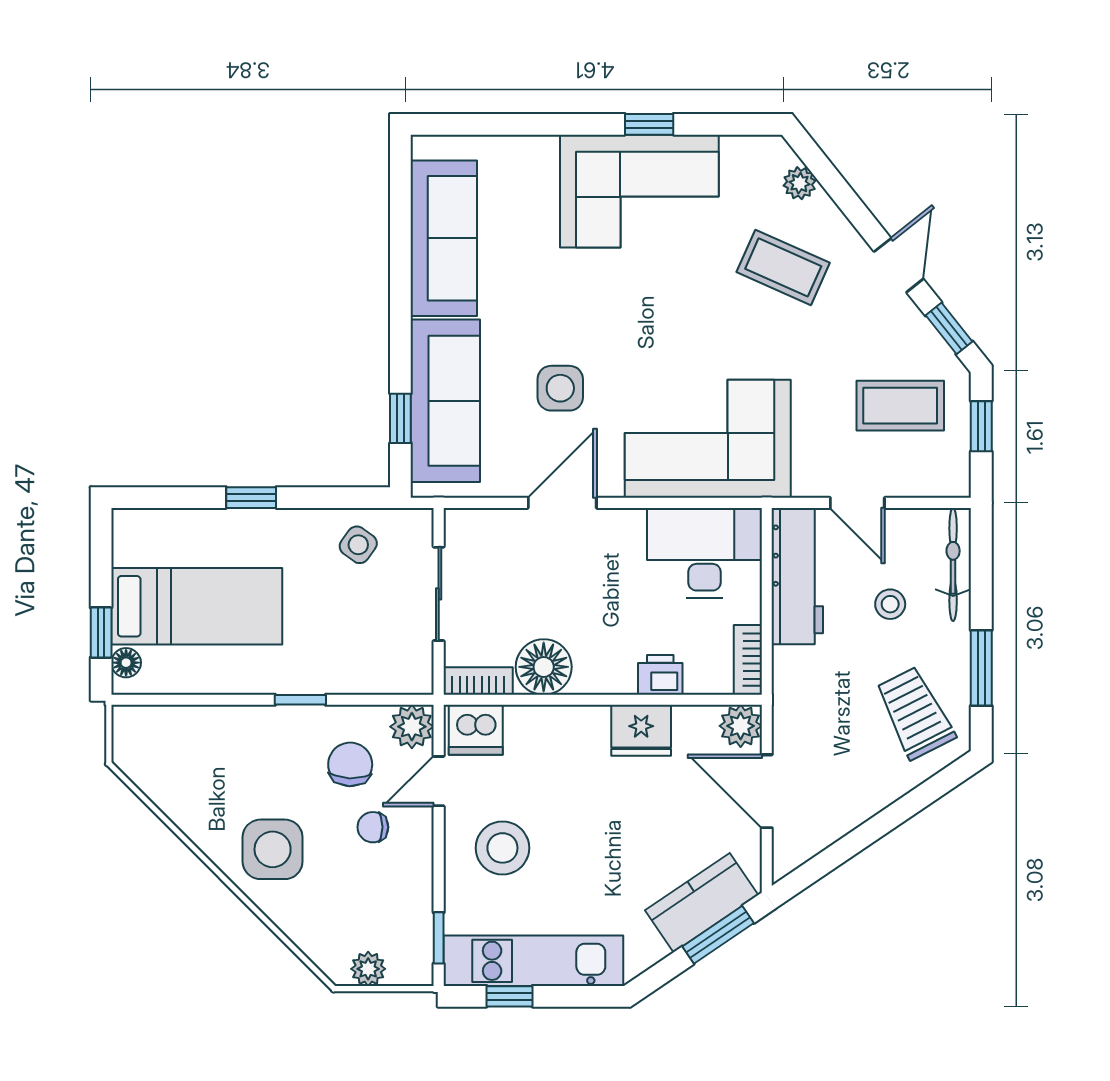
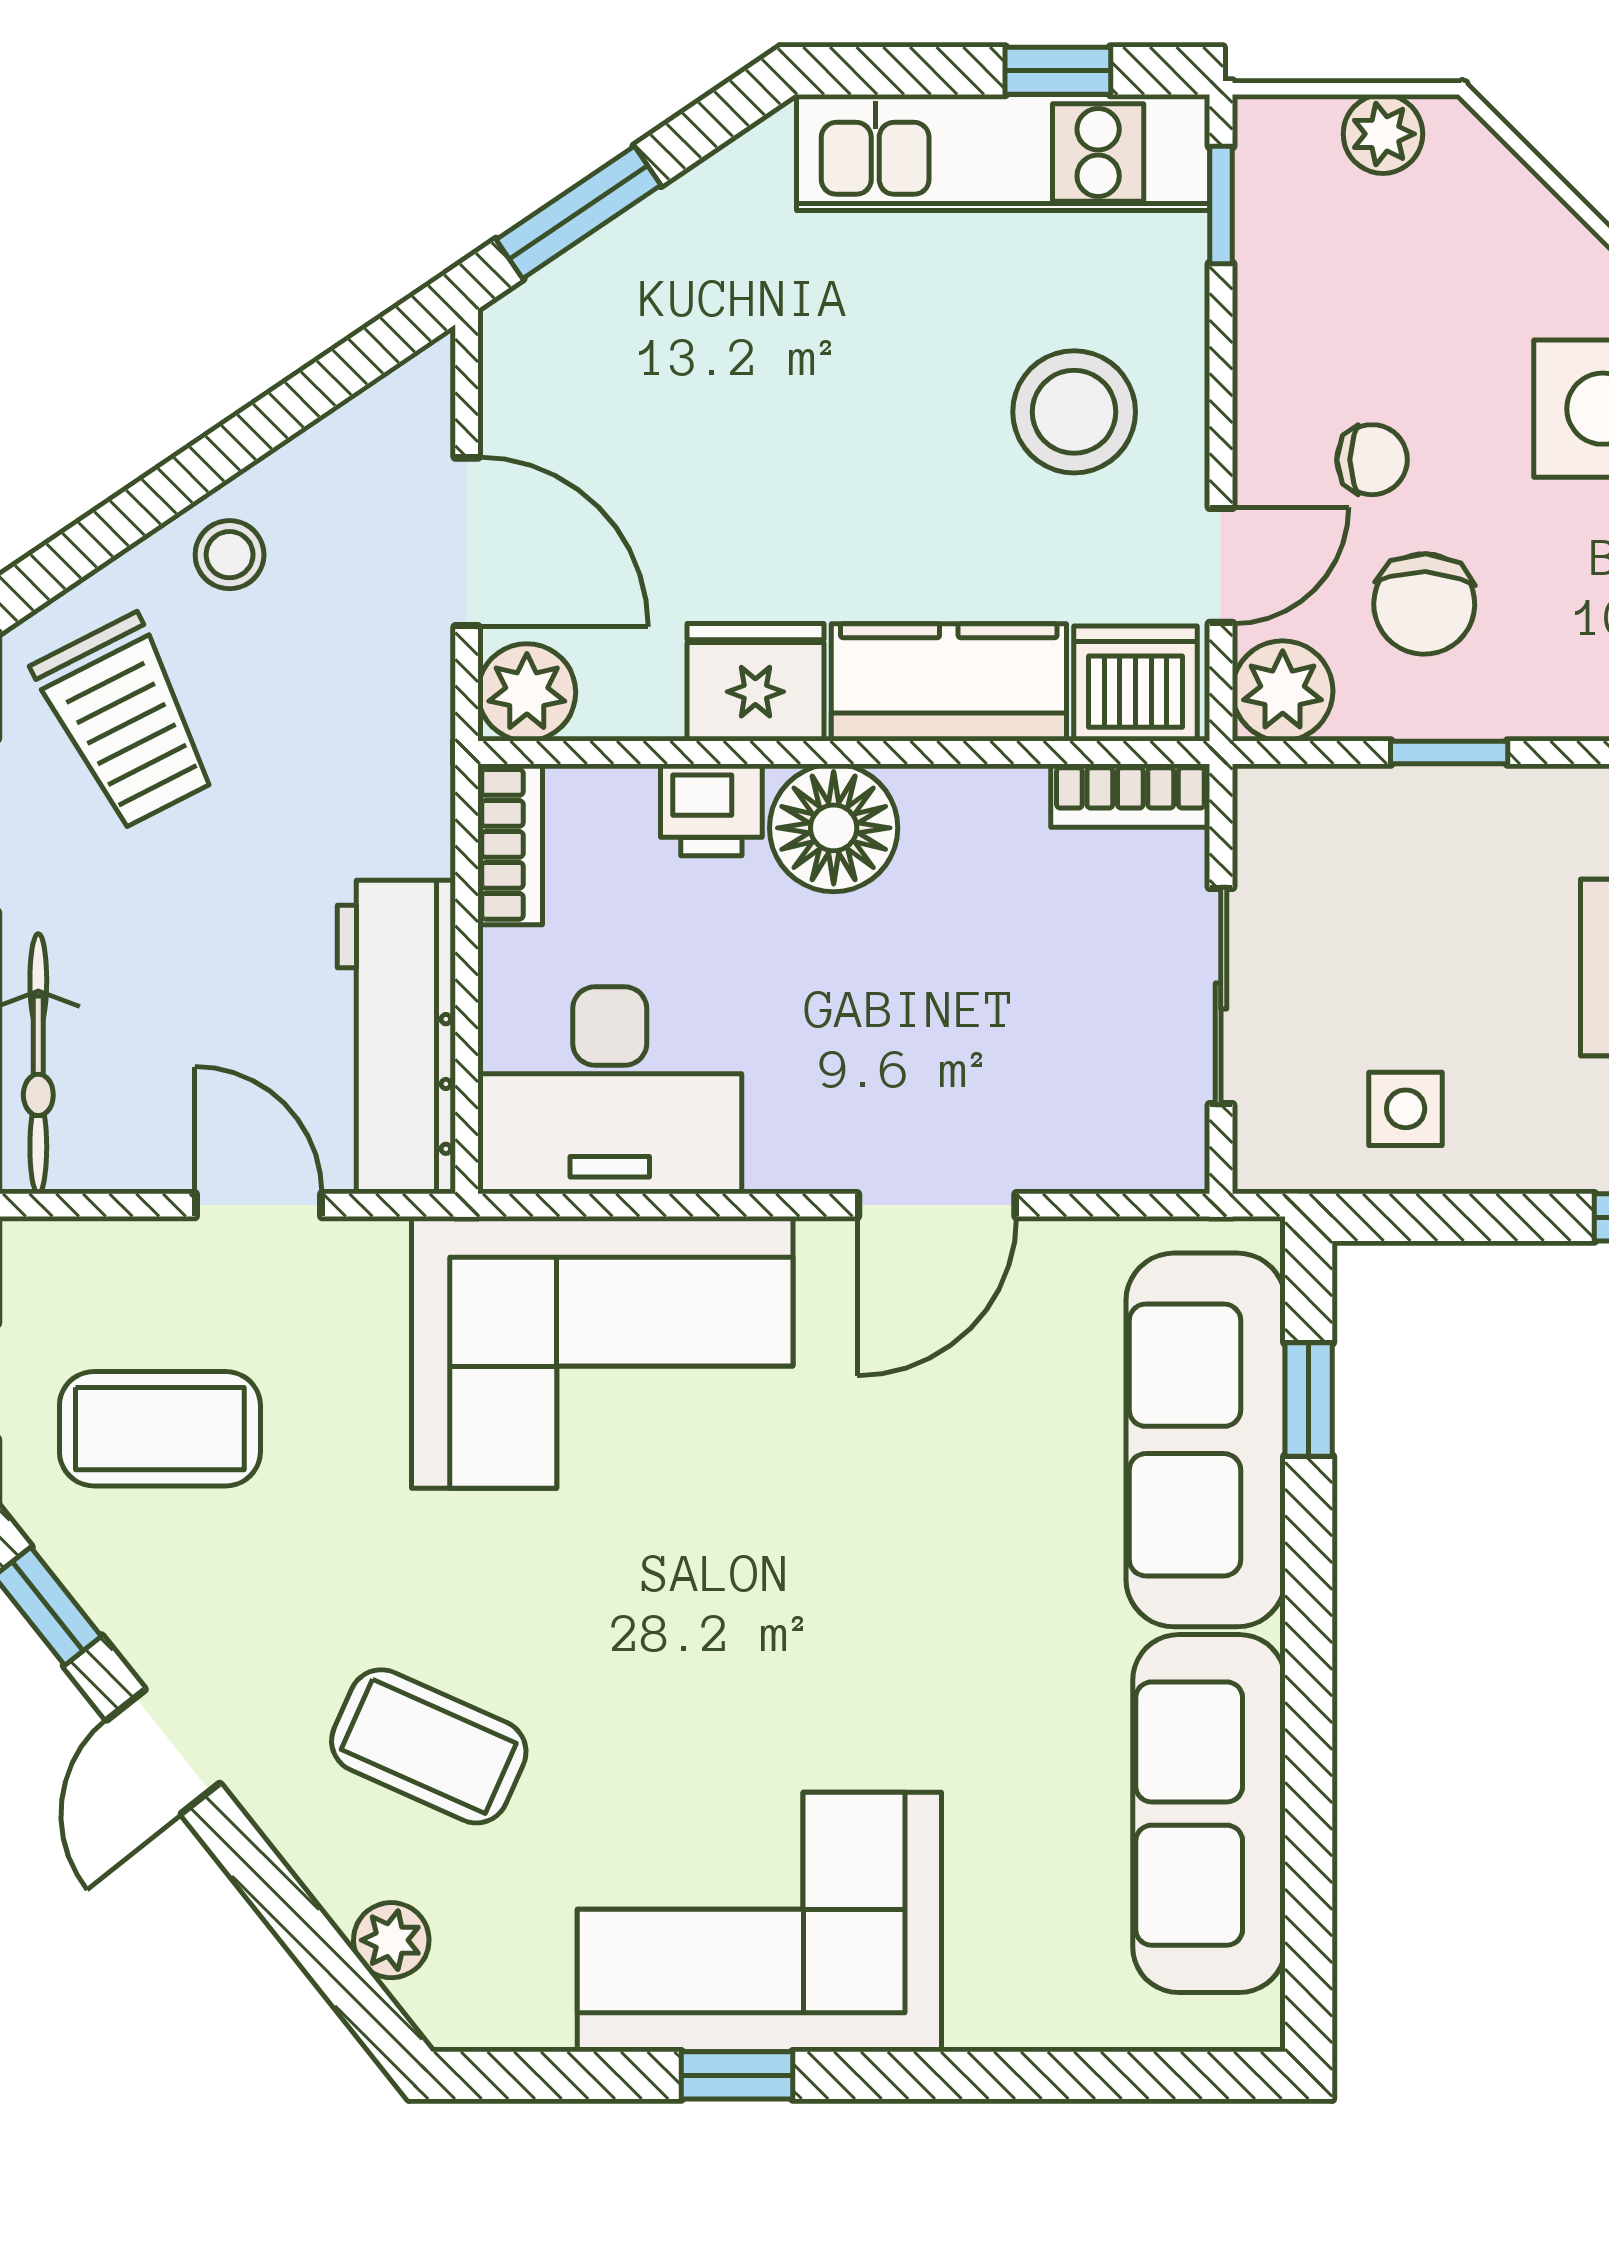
side table: (560, 388) -> (941, 1469), removed
side table: (358, 545) -> (1406, 1109), turned -36
stool: (890, 604) -> (230, 555), moved
floor lamp: (544, 667) -> (834, 828), moved
window: (300, 700) -> (1449, 752), moved
kitchen counter: (702, 903) -> (949, 682), moved, turned -146

